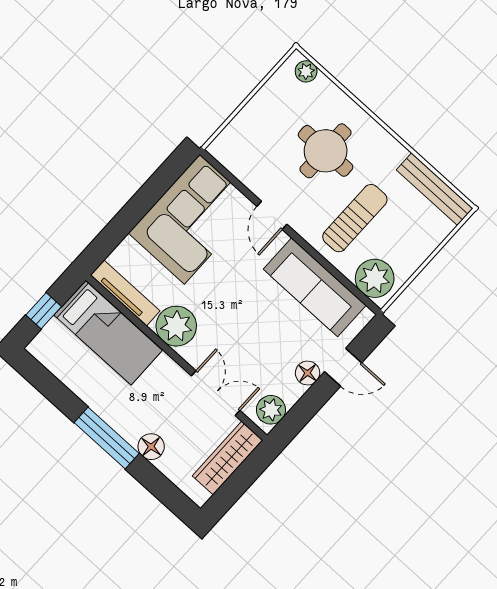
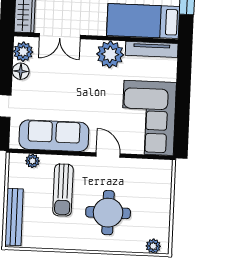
bench: (435, 189) -> (14, 217), moved, turned 90
plant: (375, 278) -> (32, 161), width x0.53, depth x0.53
floor lamp: (308, 373) -> (21, 71), moved

